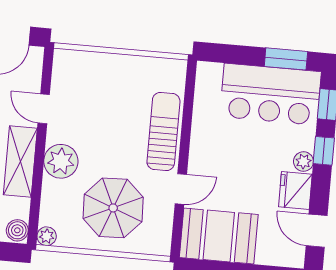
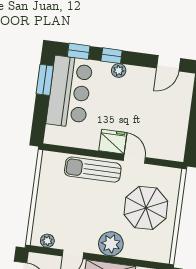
fridge: (295, 190) -> (113, 142), moved, turned 180
plant: (47, 236) -> (47, 241), moved
booth: (219, 236) -> (169, 133), removed

